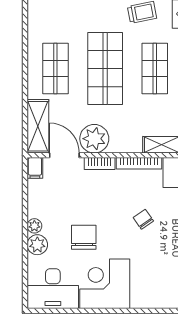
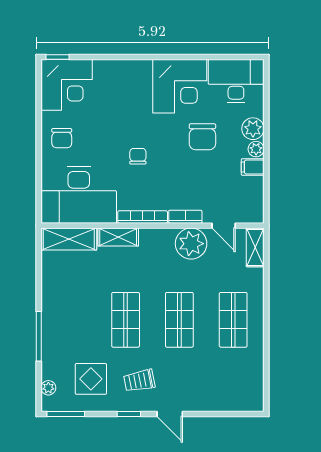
shop shelf: (105, 68) -> (179, 320), width x0.70, depth x0.74
shelving: (38, 126) -> (255, 247), width x0.67, depth x0.75
door: (64, 155) -> (224, 226), width x0.73
filing cabinet: (35, 168) -> (253, 167), moved, turned -90
chair: (143, 219) -> (138, 156), turned -145

